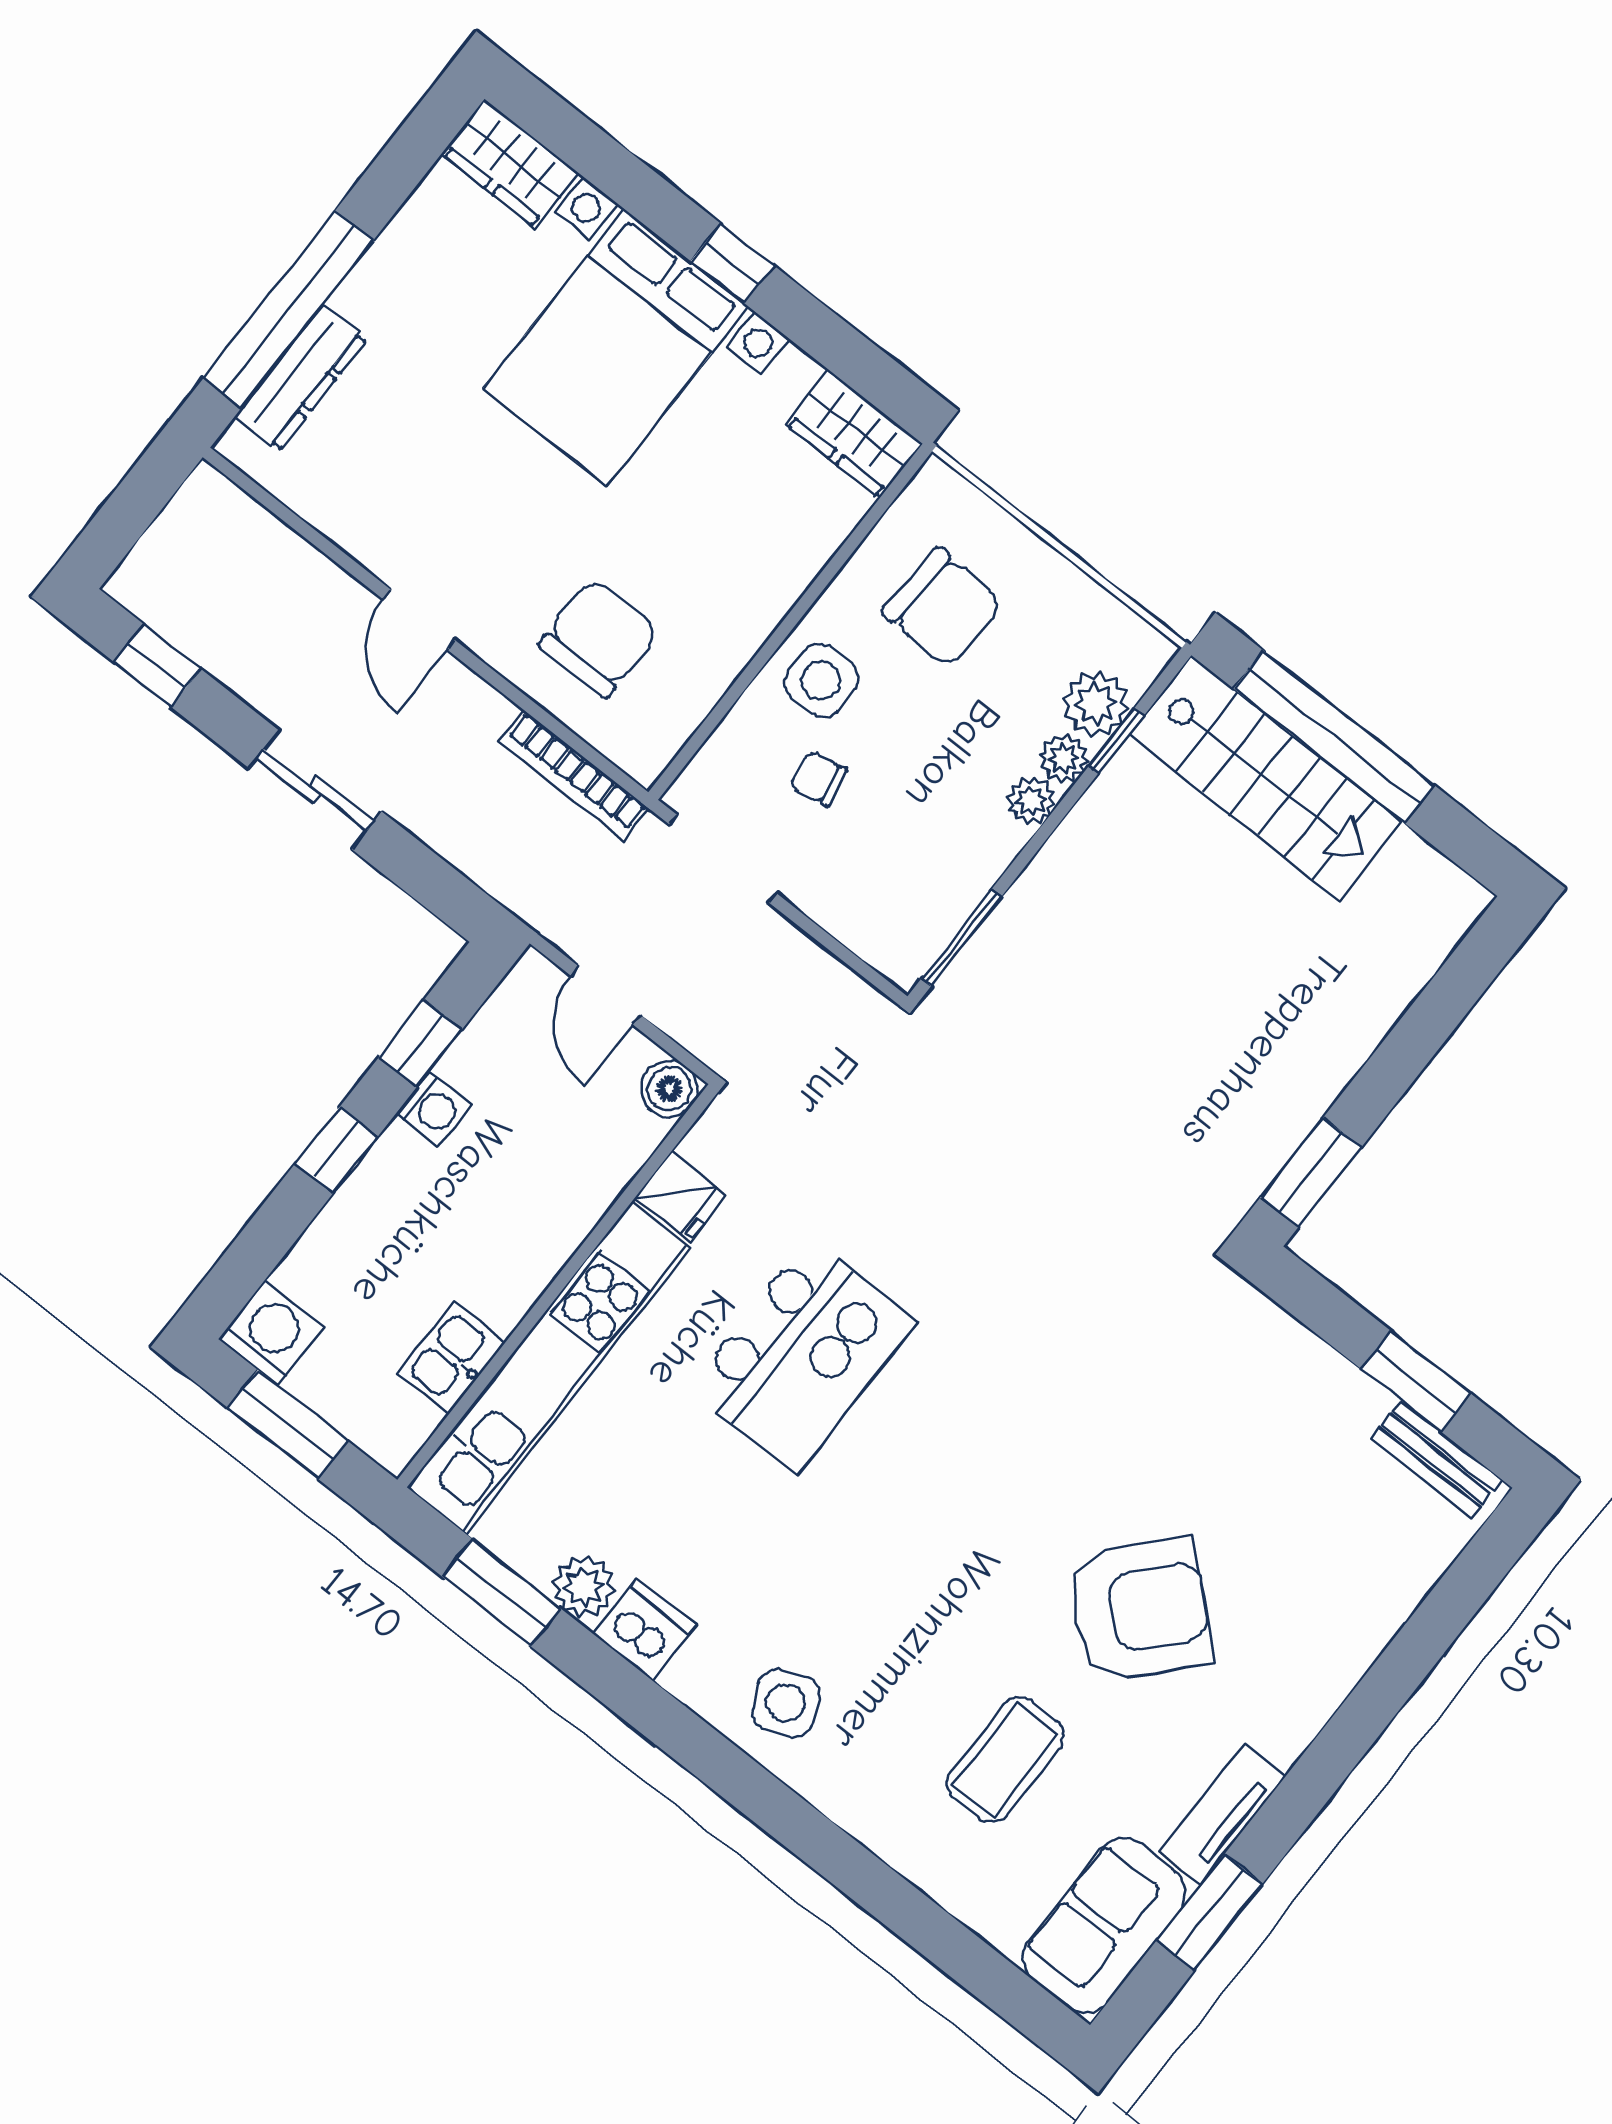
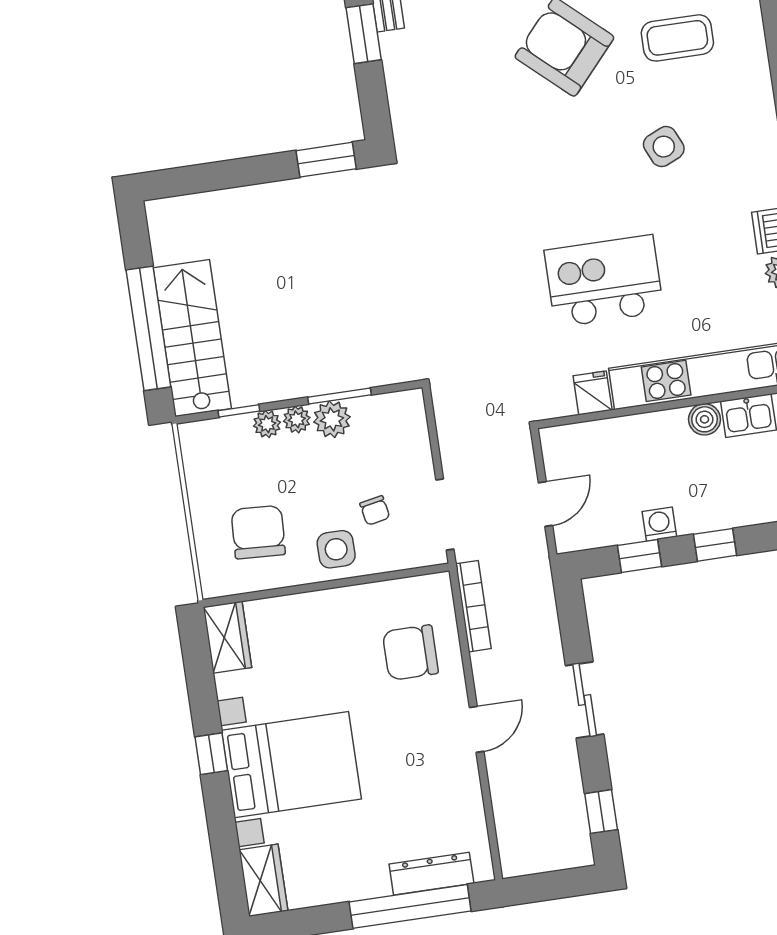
plant: (1096, 704) -> (332, 419), moved
window: (961, 938) -> (339, 396), moved
boiler: (669, 1089) -> (705, 419), moved
side table: (786, 1703) -> (664, 147), moved

